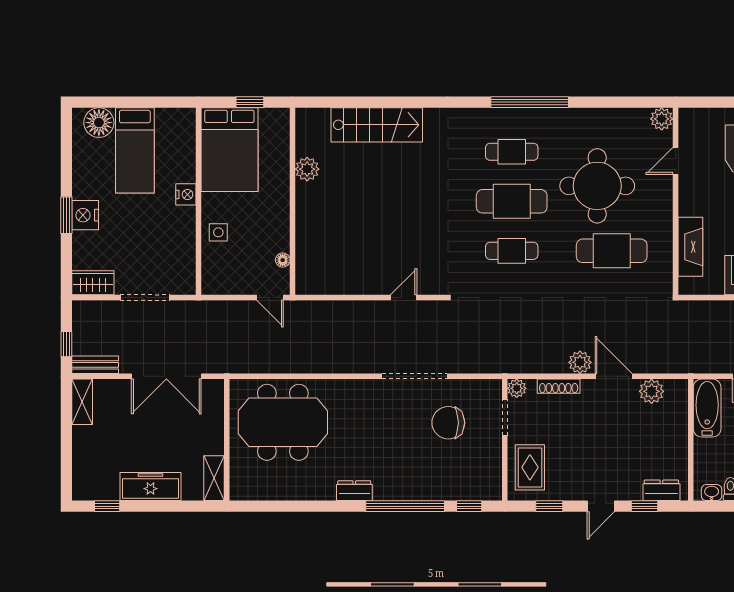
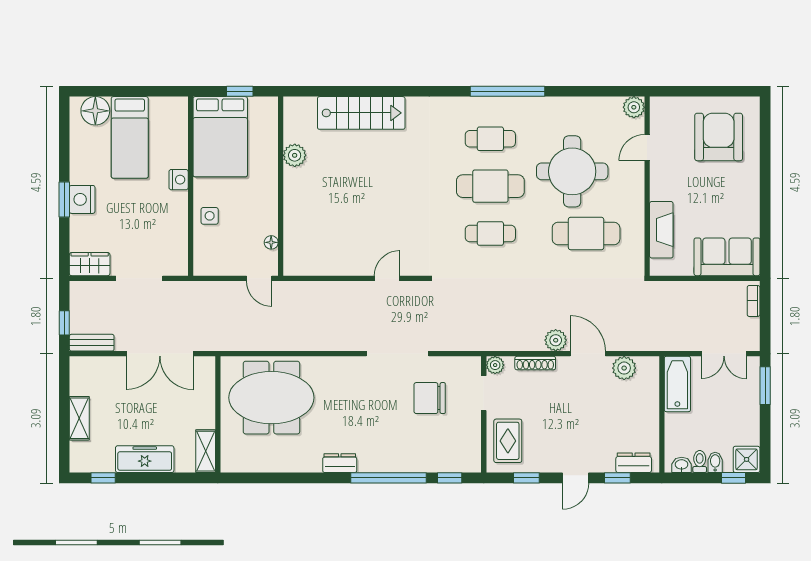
shelving: (82, 402) -> (79, 418), moved

